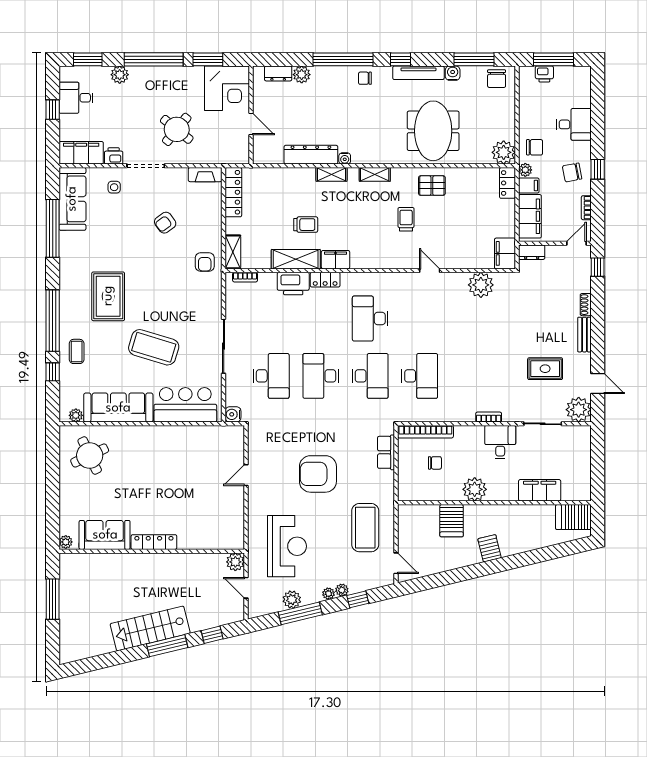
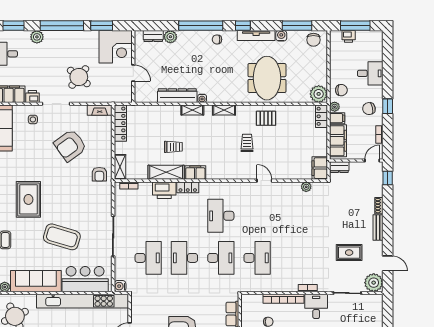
armchair: (165, 223) -> (70, 145), width x1.88, depth x1.88
plant: (481, 285) -> (306, 187), width x0.53, depth x0.53
bookcase: (425, 432) -> (283, 299), moved
kitchen unit: (182, 435) -> (83, 301), added

